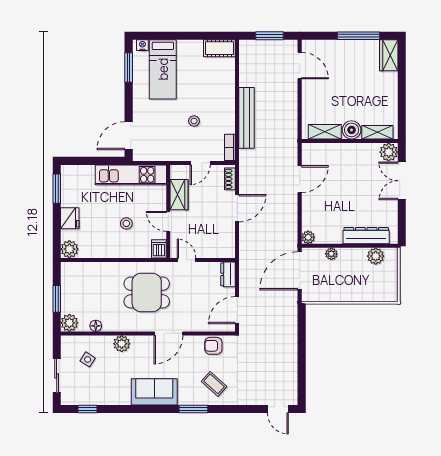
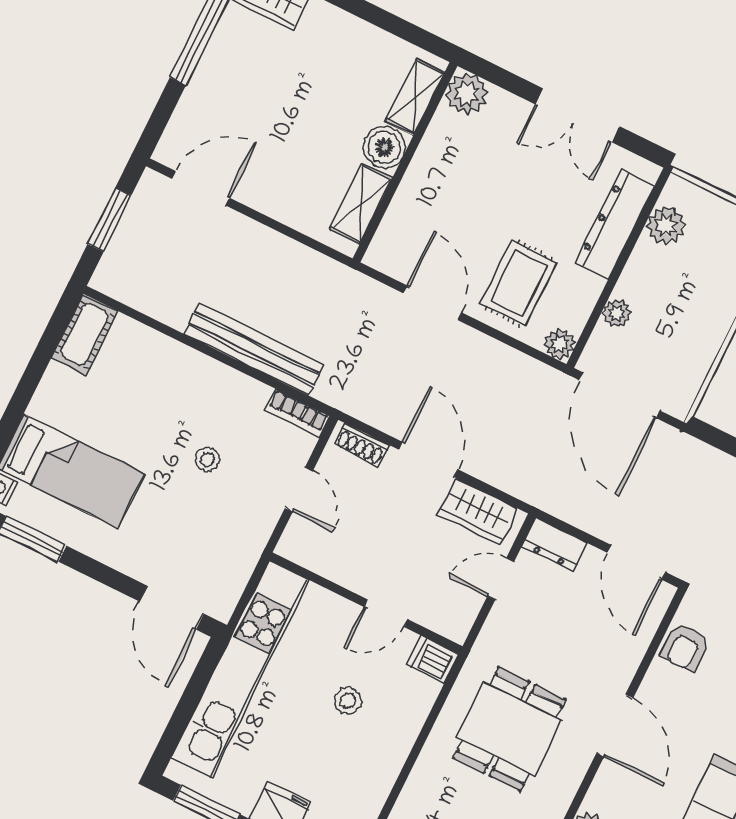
kitchen unit: (131, 175) -> (240, 669), width x1.36
double door: (402, 181) -> (577, 115), moved
wardrobe: (179, 195) -> (478, 511), moved, turned 180
rug: (324, 209) -> (519, 283), added
door: (187, 260) -> (501, 579), moved

